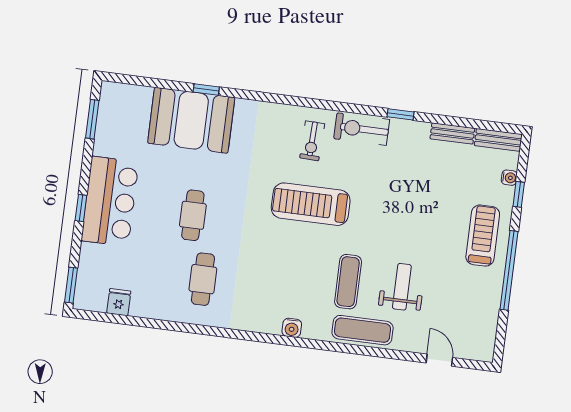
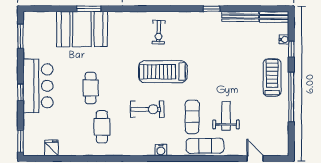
window: (206, 89) -> (89, 9), width x1.50
exercise bike: (362, 129) -> (147, 109), moved, turned 180
bench: (452, 133) -> (240, 17), width x1.36

